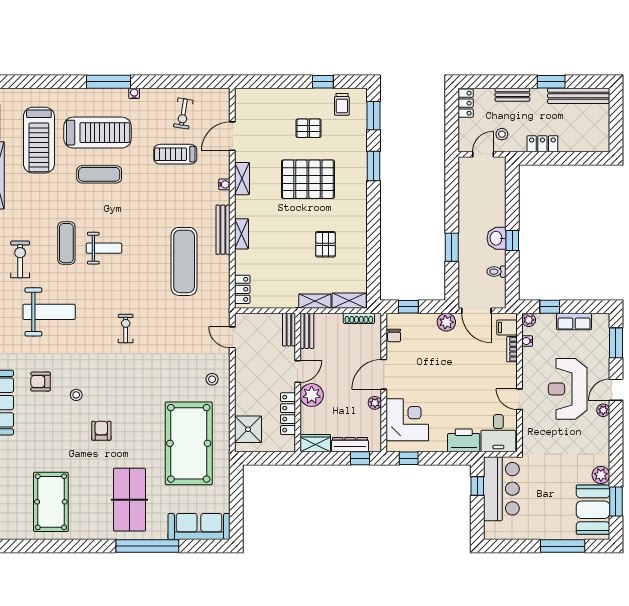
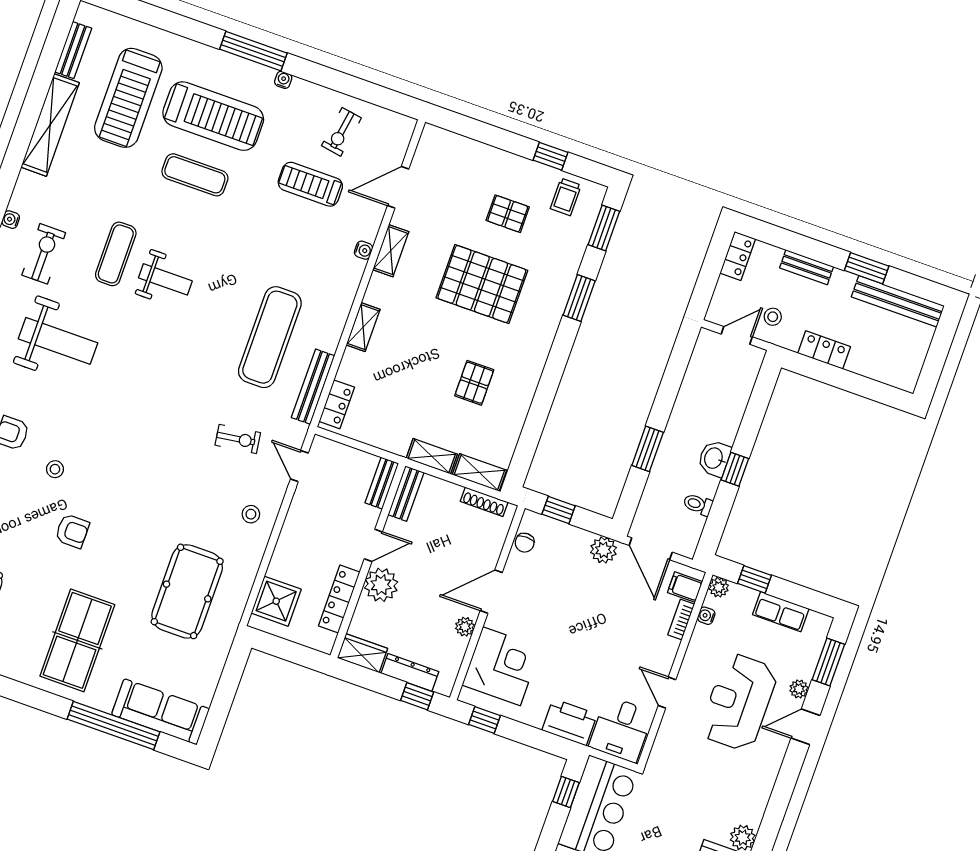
bench: (223, 230) -> (313, 387), moved
exercise bike: (126, 329) -> (238, 439), moved, turned 82
plant: (603, 410) -> (799, 689), moved
armchair: (101, 431) -> (72, 531), turned 90
pool table: (189, 443) -> (187, 591), width x0.73, depth x0.76
window: (147, 546) -> (113, 726), moved

